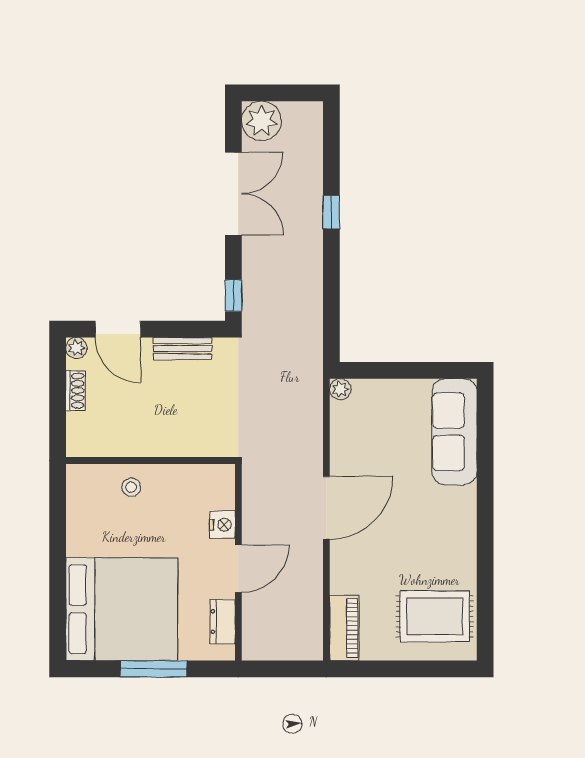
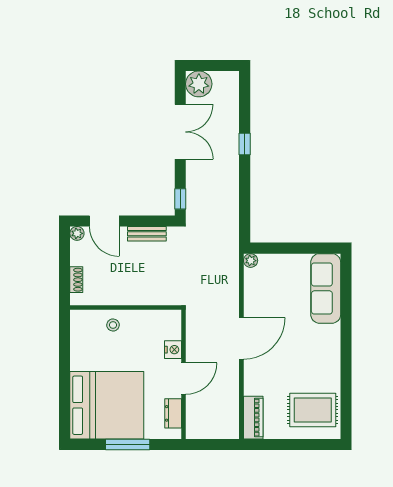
shoe rack: (75, 391) -> (76, 280), moved

